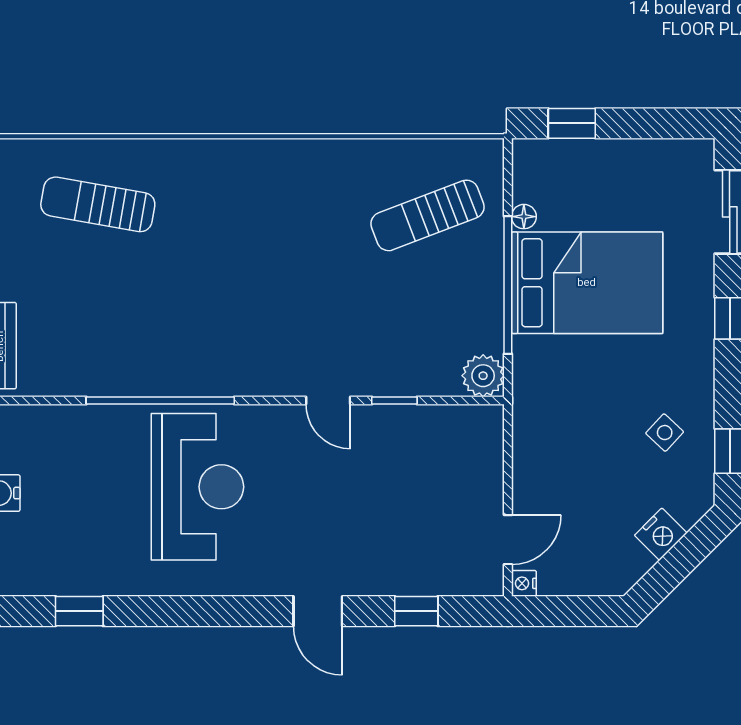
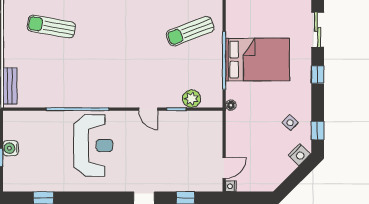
floor lamp: (524, 217) -> (231, 105), moved
plant: (483, 376) -> (192, 99), moved
nightstand: (661, 534) -> (299, 155), moved

